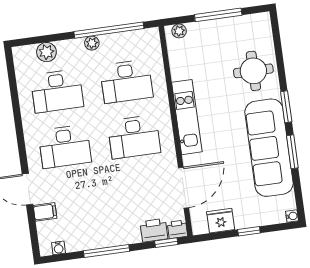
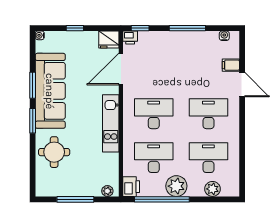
plant: (92, 43) -> (176, 186), width x1.88, depth x1.88
fridge: (221, 221) -> (109, 39), moved
printer: (154, 230) -> (131, 187), moved, turned -90

